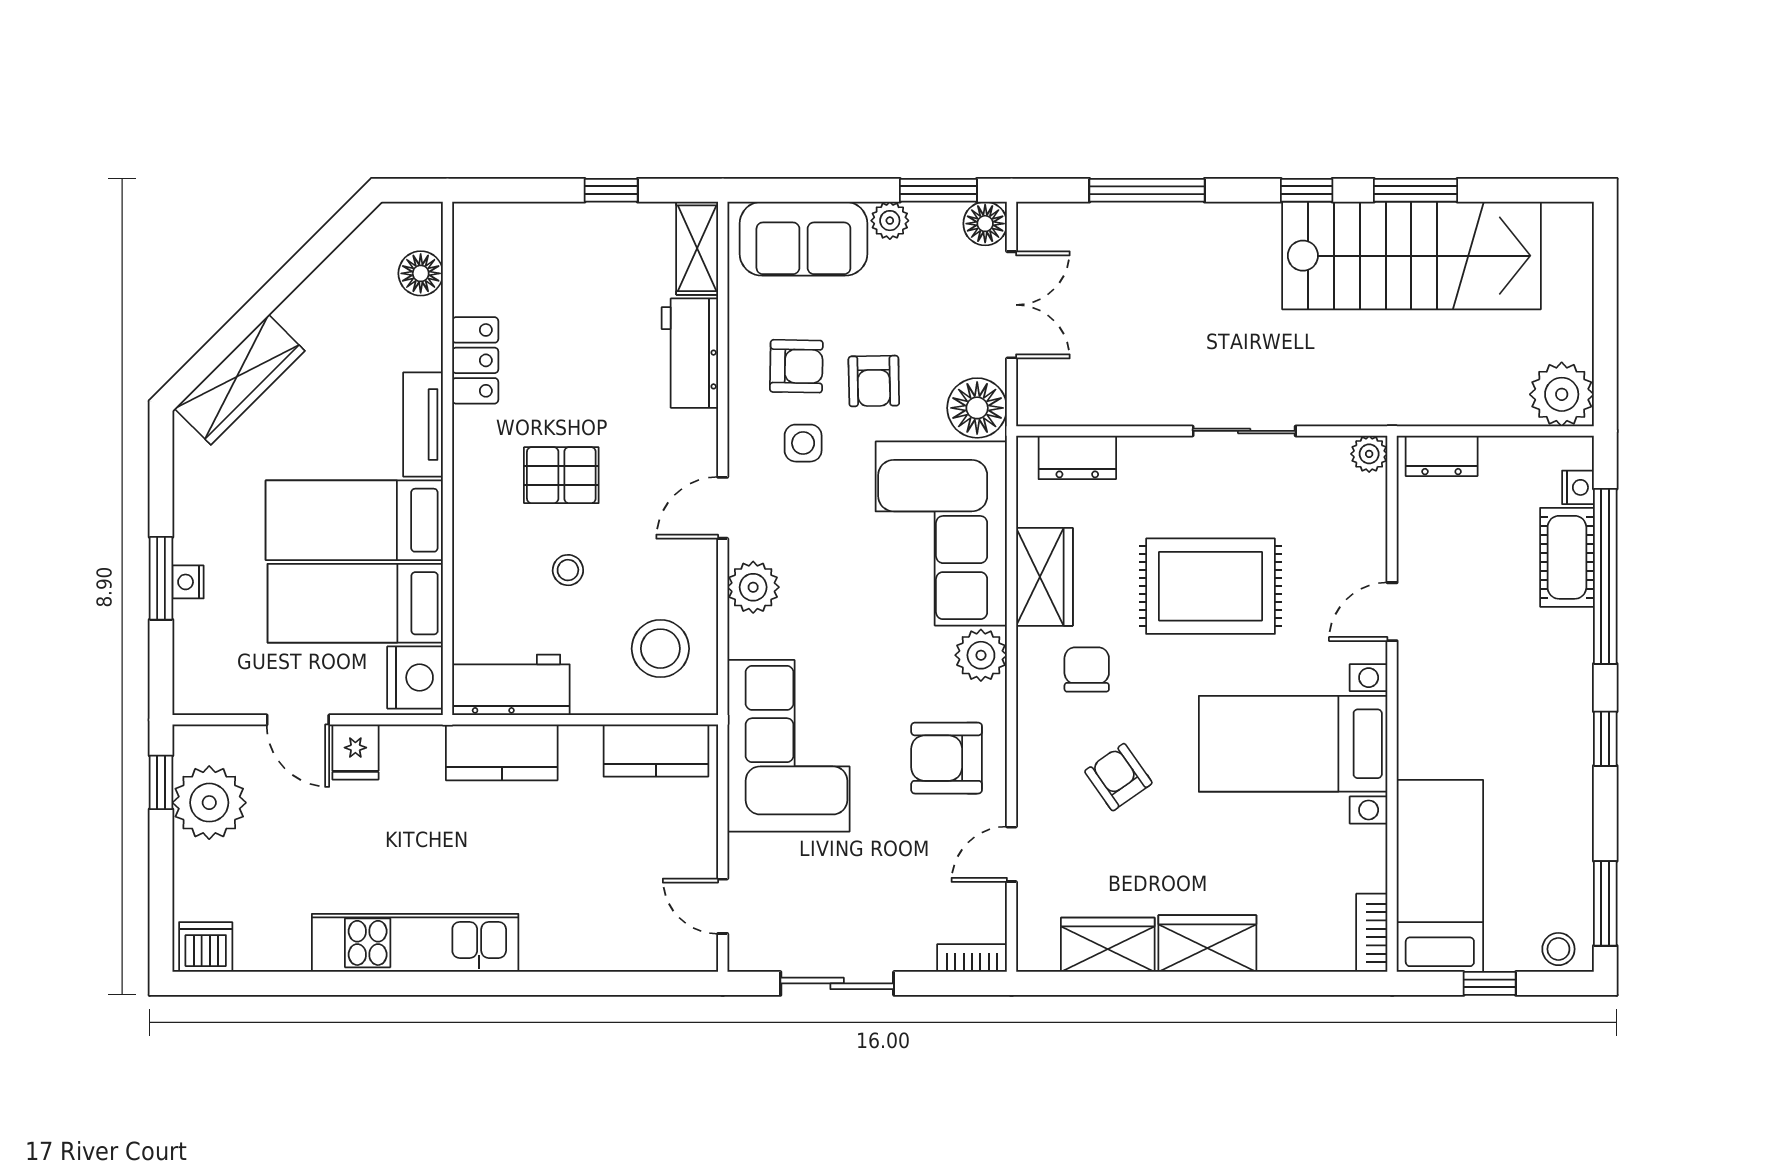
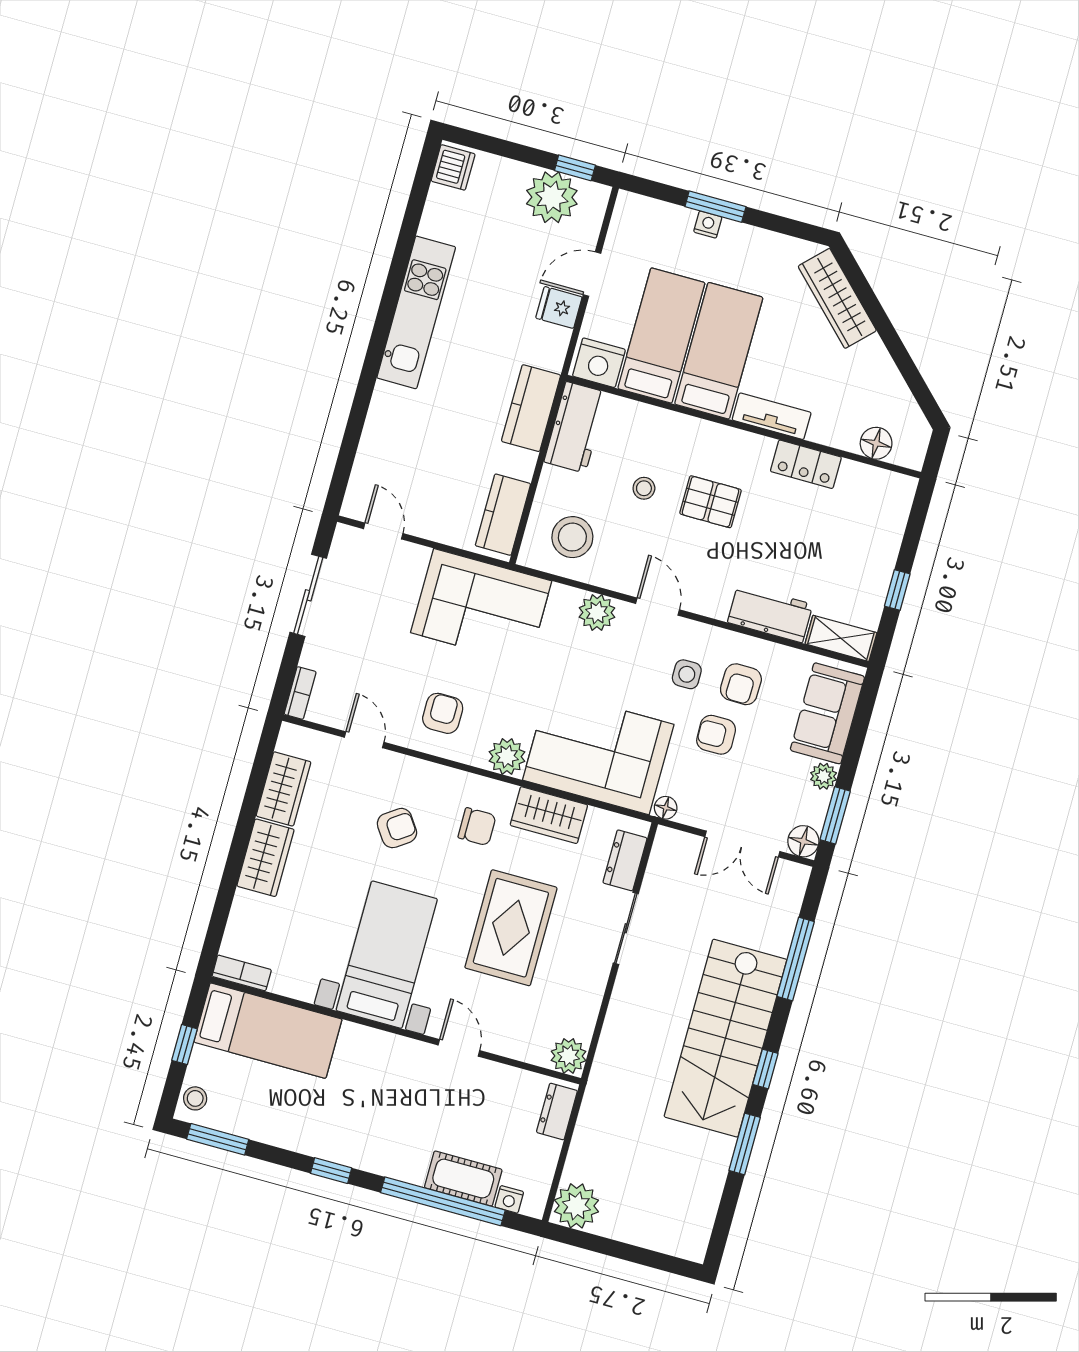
stairs: (1411, 256) -> (725, 1038), moved
floor lamp: (977, 408) -> (666, 808), width x0.53, depth x0.53
sliding door: (1244, 431) -> (626, 928), moved
plant: (1369, 454) -> (569, 1056), width x1.38, depth x1.38
pallet: (561, 475) -> (711, 502), turned 90
armchair: (947, 758) -> (443, 713), width x0.72, depth x0.72
door: (723, 906) -> (383, 531), hinge flipped

